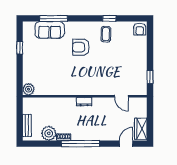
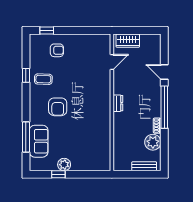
armchair: (140, 29) -> (57, 50), moved
window: (150, 77) -> (47, 30), moved
plant: (29, 89) -> (64, 165), moved
wardrobe: (141, 129) -> (128, 41), moved
door: (126, 144) -> (164, 72), moved

